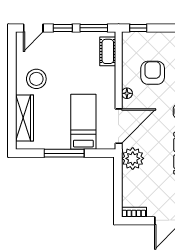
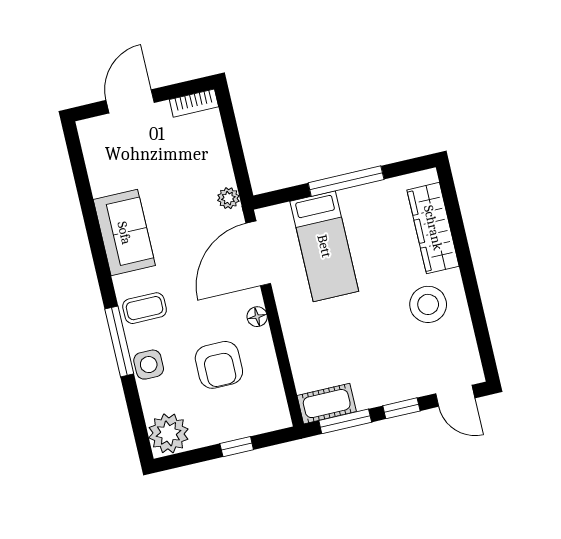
door: (33, 28) -> (455, 396), swing flipped
window: (138, 28) -> (237, 447), moved
cot: (108, 51) -> (327, 404), moved, turned 90
plant: (133, 158) -> (228, 198), width x0.53, depth x0.53

